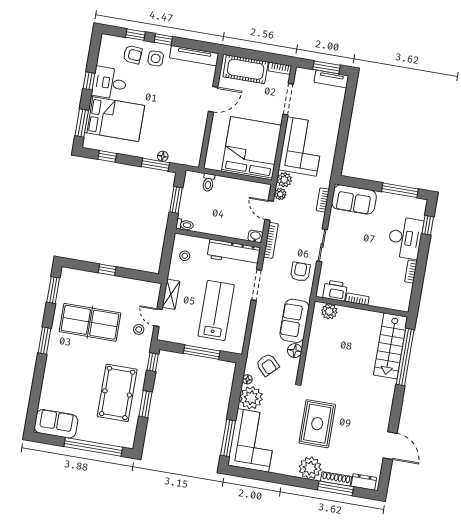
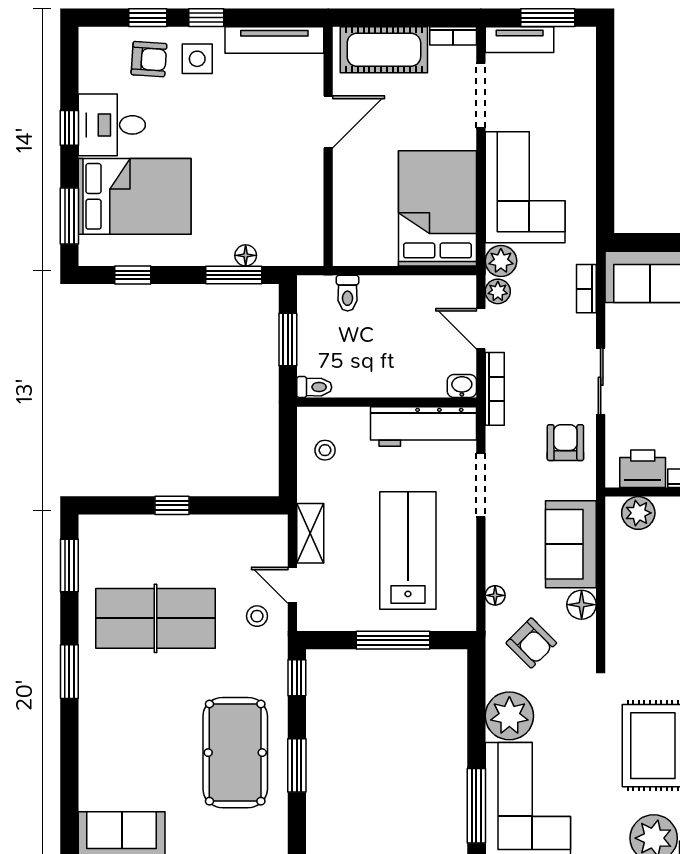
tv unit: (331, 79) -> (520, 40), moved
bed: (251, 148) -> (437, 208), width x0.73
floor lamp: (247, 379) -> (495, 595), moved

